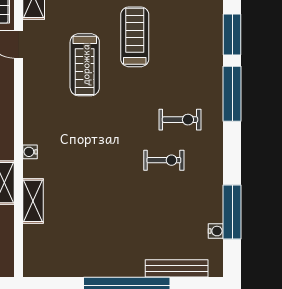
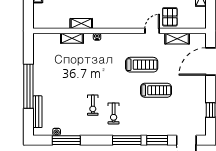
treadmill: (85, 65) -> (142, 65), turned 180

